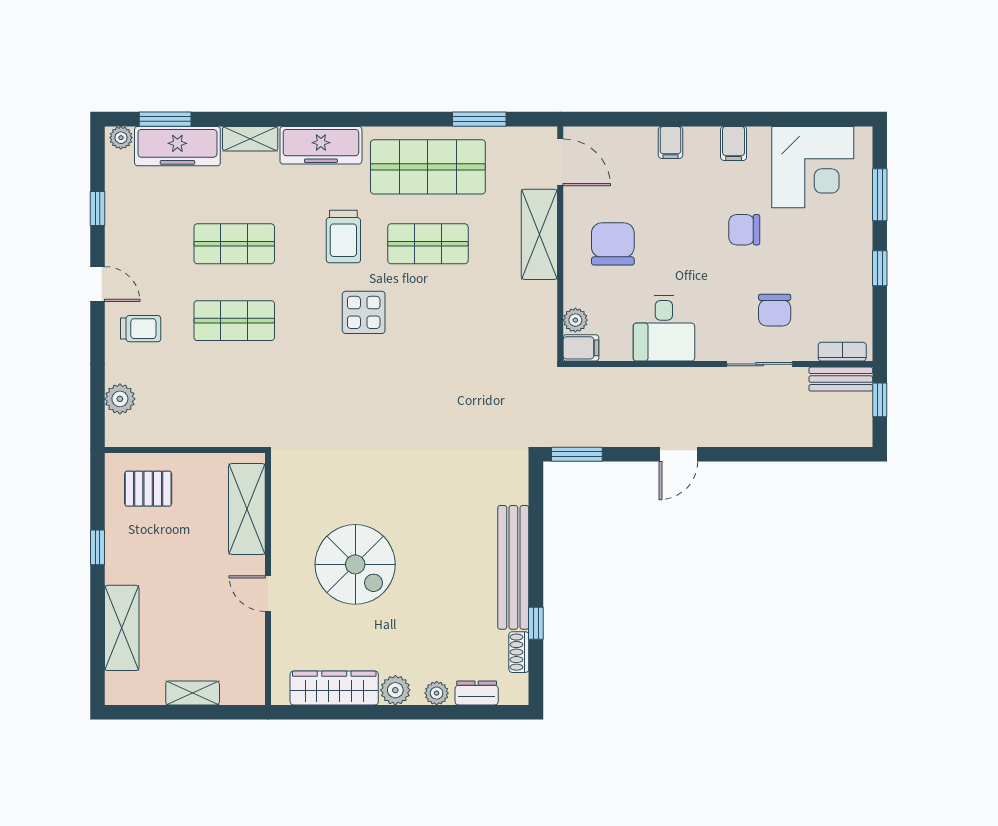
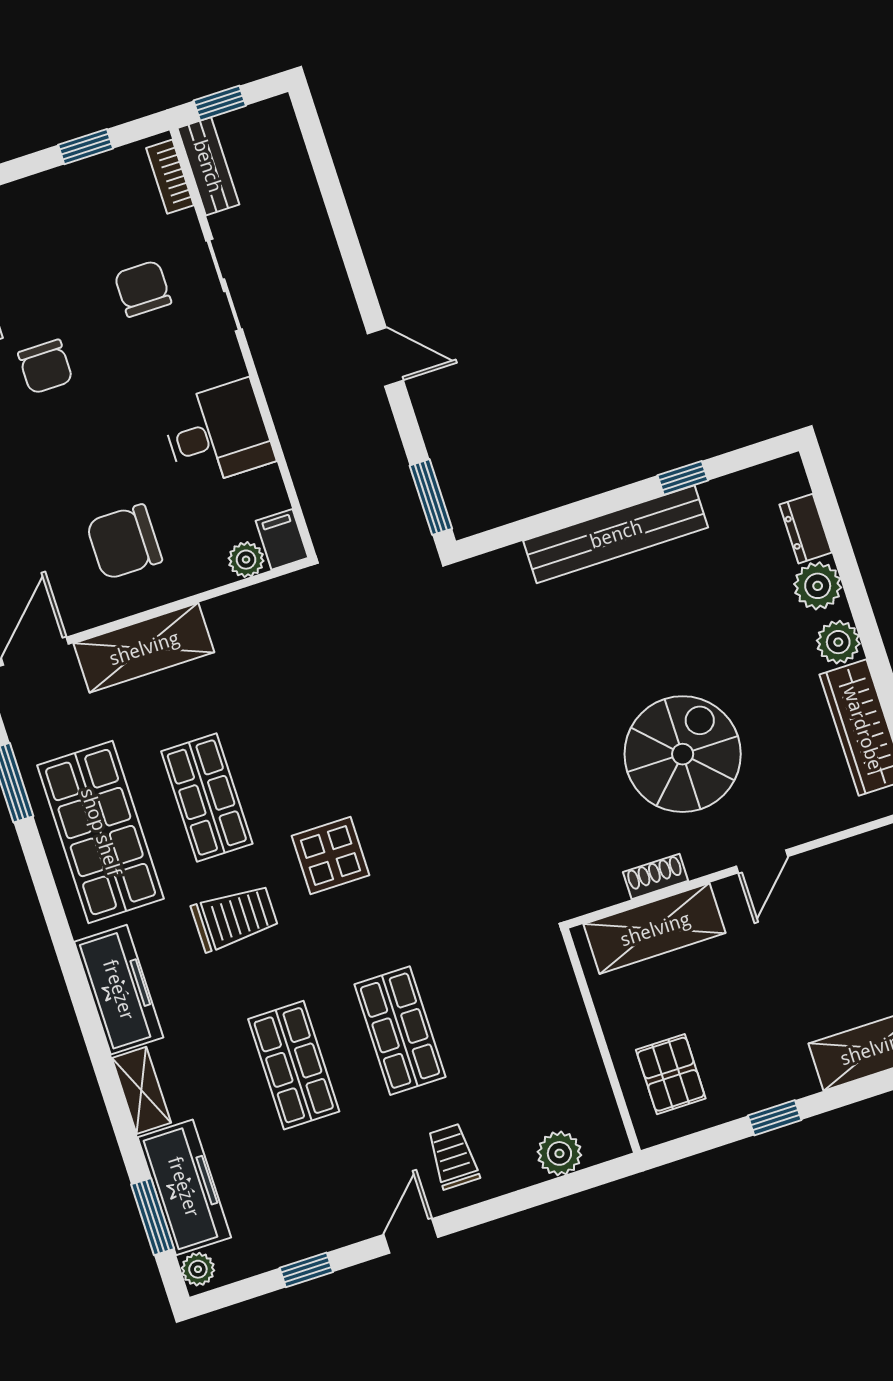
window: (880, 268) -> (86, 147), moved
chair: (775, 310) -> (143, 289), turned -90
shoe rack: (519, 652) -> (656, 876), moved, turned 180
plant: (437, 693) -> (818, 586), width x1.38, depth x1.38

